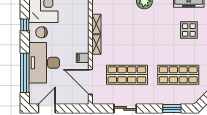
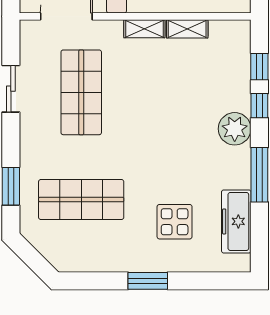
shop shelf: (178, 75) -> (81, 200), turned 90

